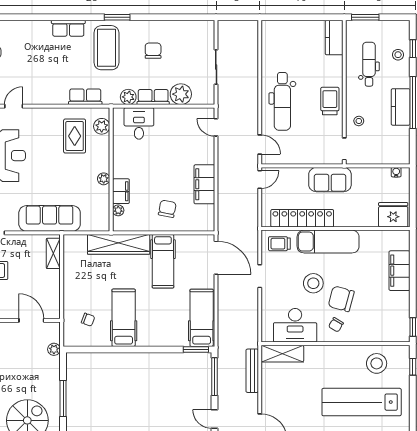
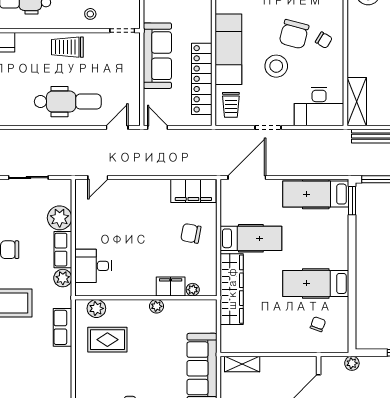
sofa: (330, 180) -> (157, 56), width x1.36
filing cabinet: (204, 184) -> (193, 191), moved
desk: (295, 325) -> (319, 106), moved, turned 90

